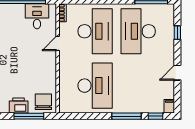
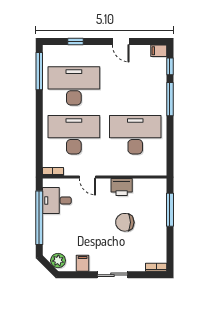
desk: (138, 31) -> (74, 86), turned 180
chair: (43, 102) -> (125, 222), moved
printer: (19, 106) -> (122, 187), moved, turned -90

